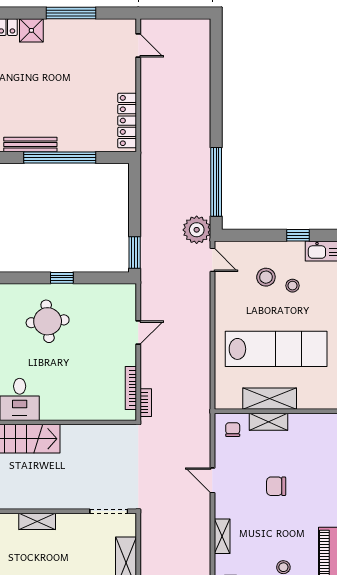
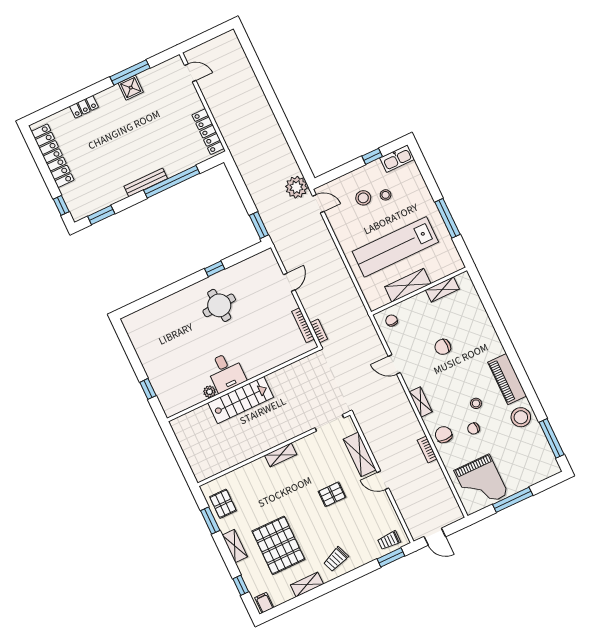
shower: (31, 30) -> (131, 88), moved
window: (216, 182) -> (294, 146), removed
lab bench: (276, 349) -> (395, 247), turned 180
shelving: (269, 422) -> (442, 290), moved

